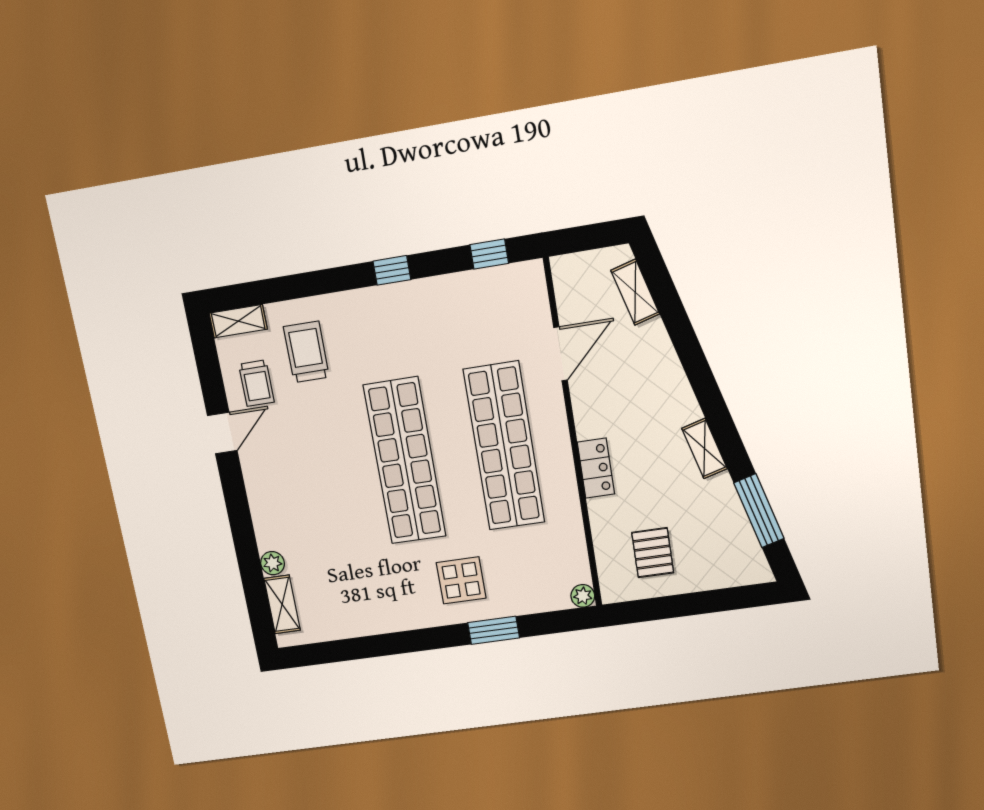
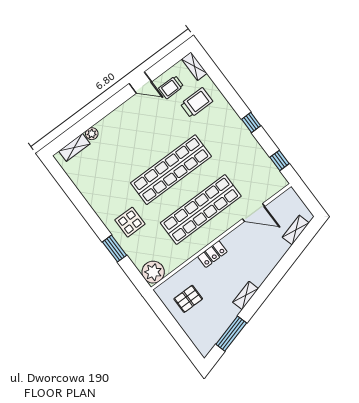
plant: (583, 596) -> (153, 272), width x1.87, depth x1.87

